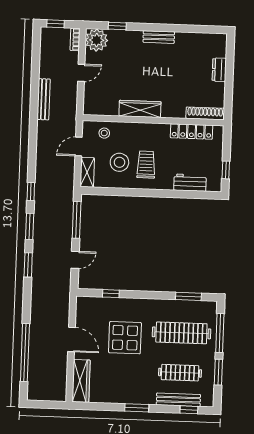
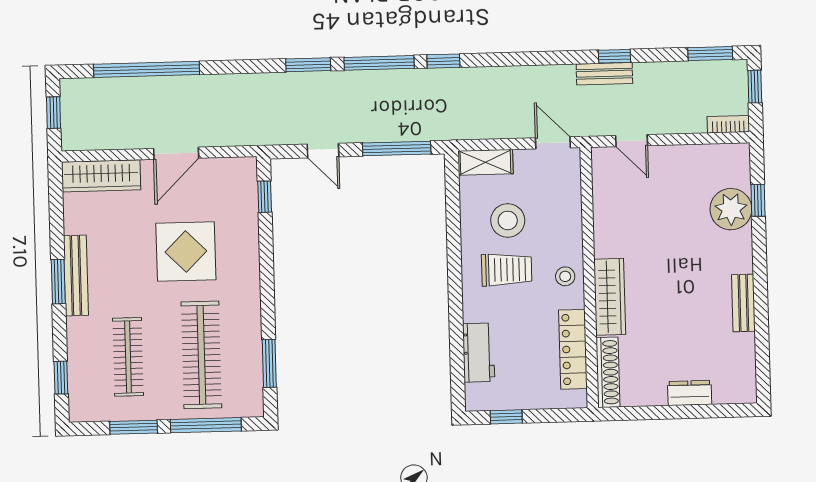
bench: (159, 37) -> (743, 303), moved
plant: (97, 40) -> (731, 209), moved
window: (36, 47) -> (710, 54), added
door: (81, 73) -> (632, 141), moved
window: (34, 99) -> (614, 56), added
bench: (44, 99) -> (604, 74), width x0.73
wardrobe: (140, 109) -> (610, 297), moved
stool: (104, 133) -> (565, 276), moved
door: (79, 147) -> (553, 143), moved
window: (30, 226) -> (379, 63), width x1.44
window: (111, 294) -> (265, 197), moved
bench: (178, 400) -> (76, 275), moved
window: (45, 404) -> (54, 113), added

